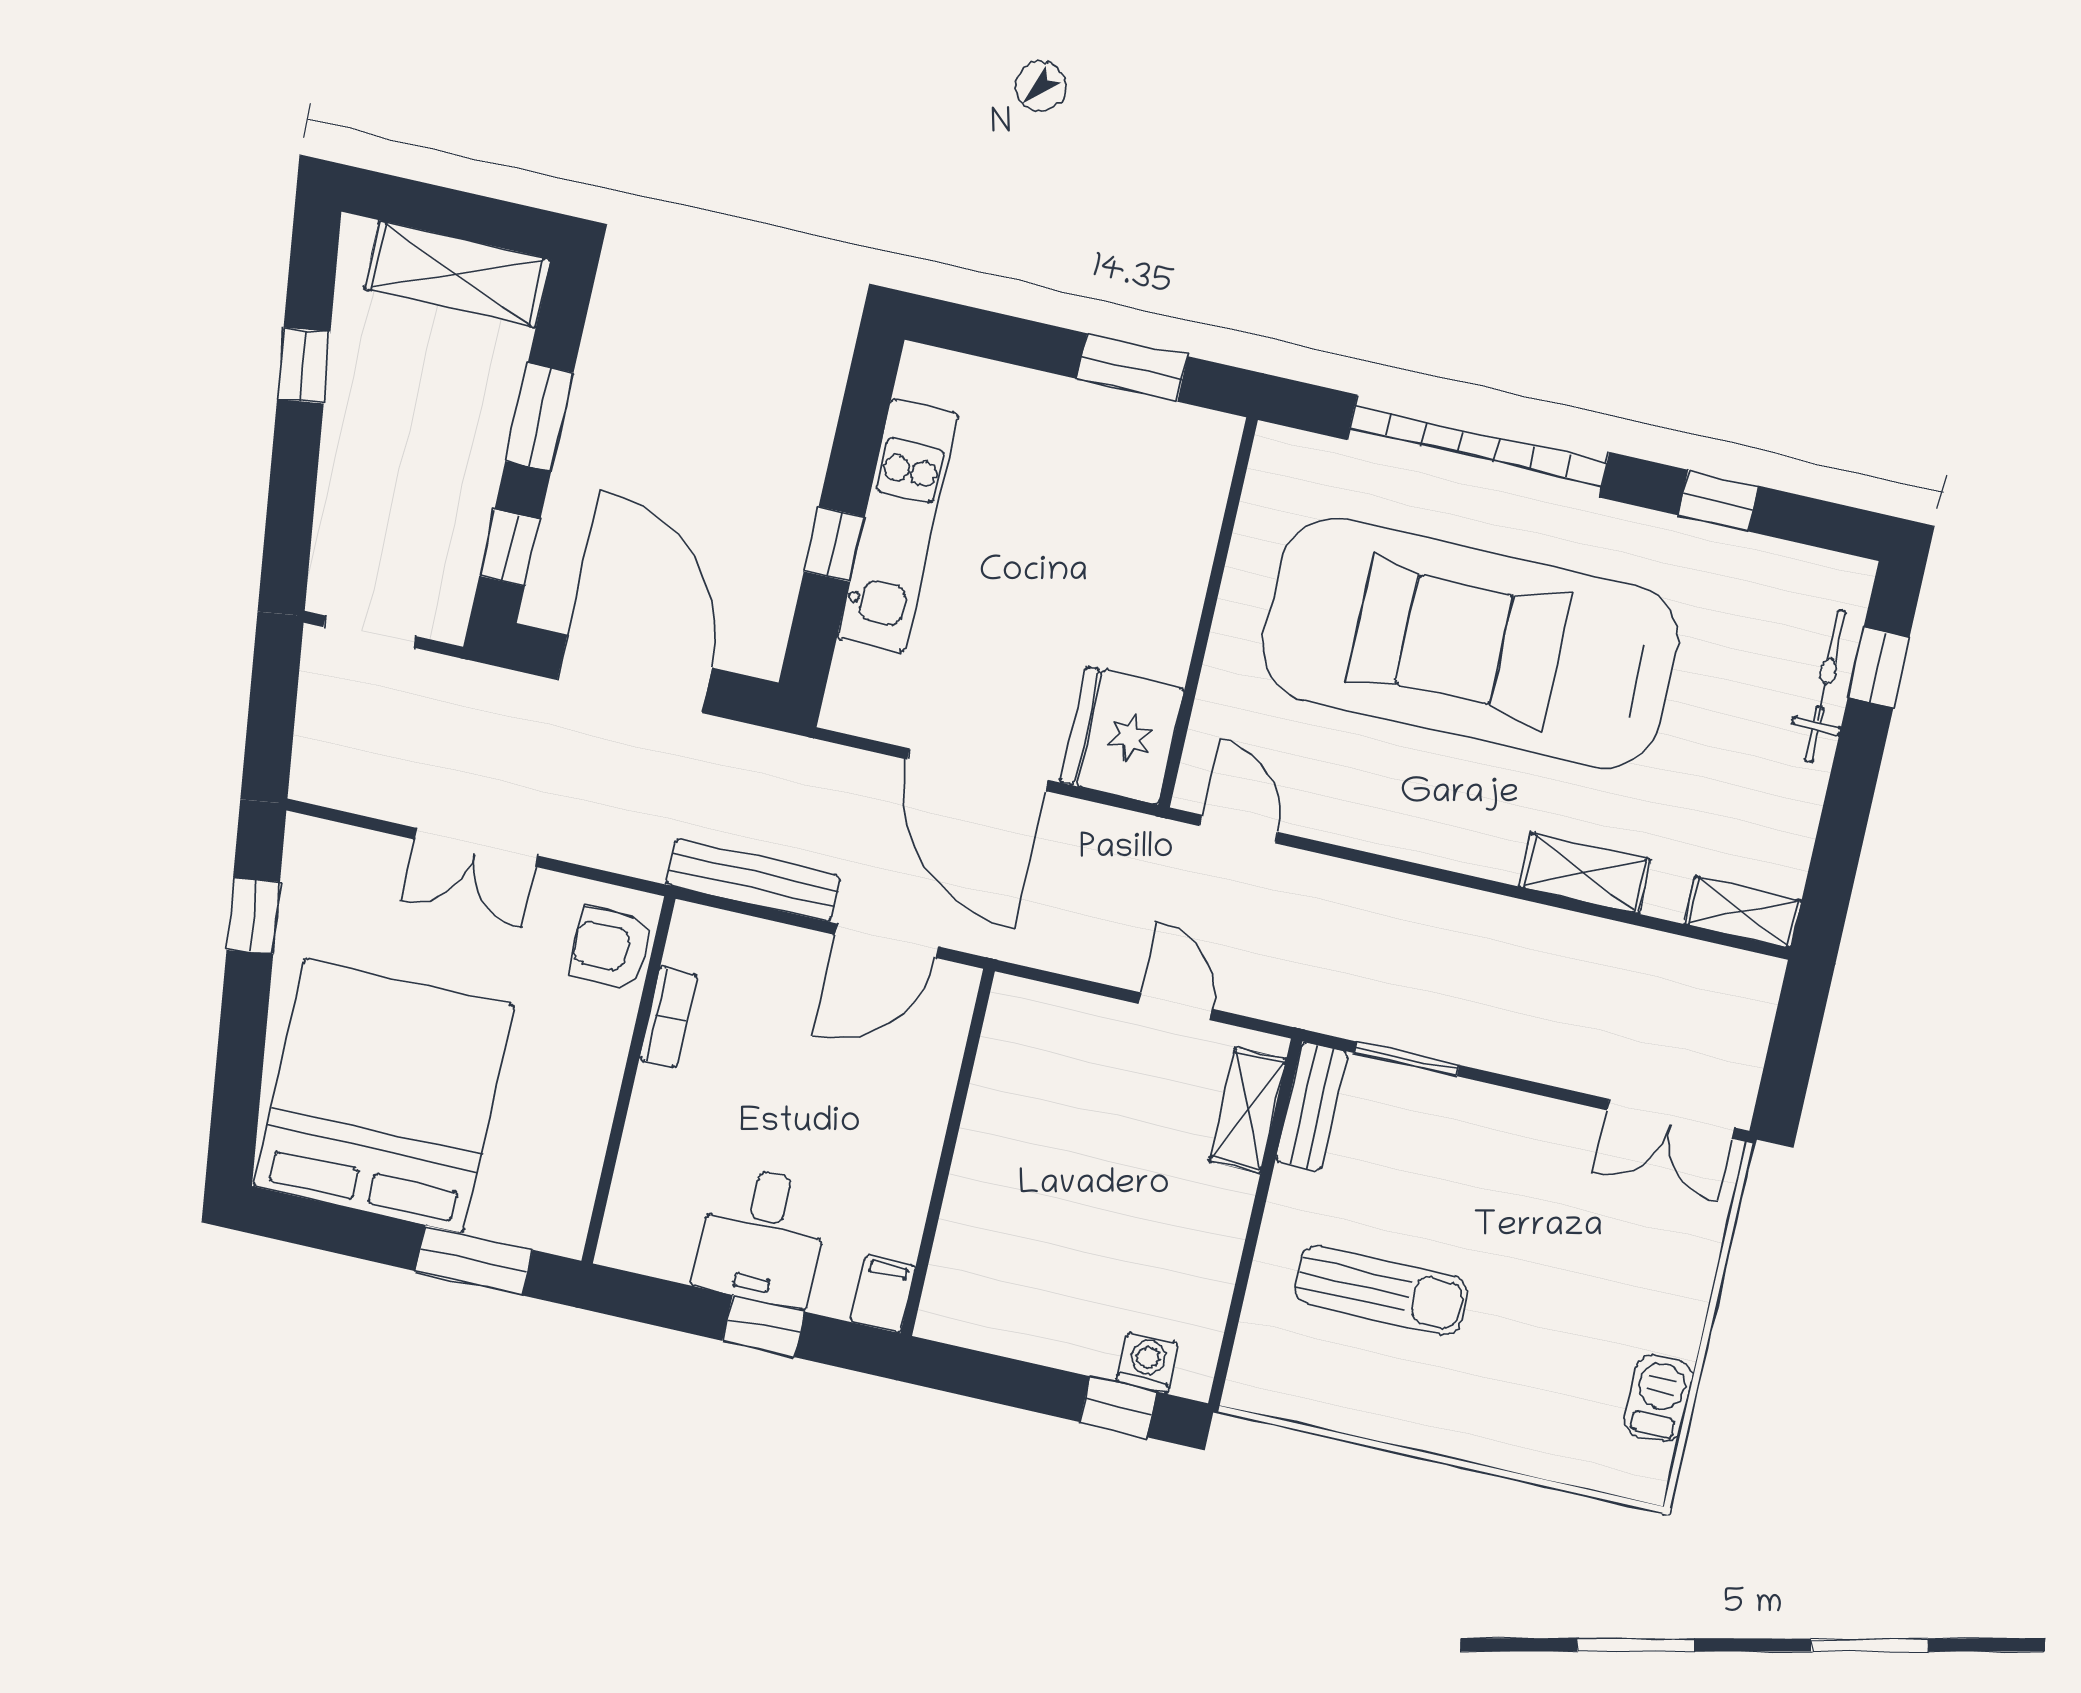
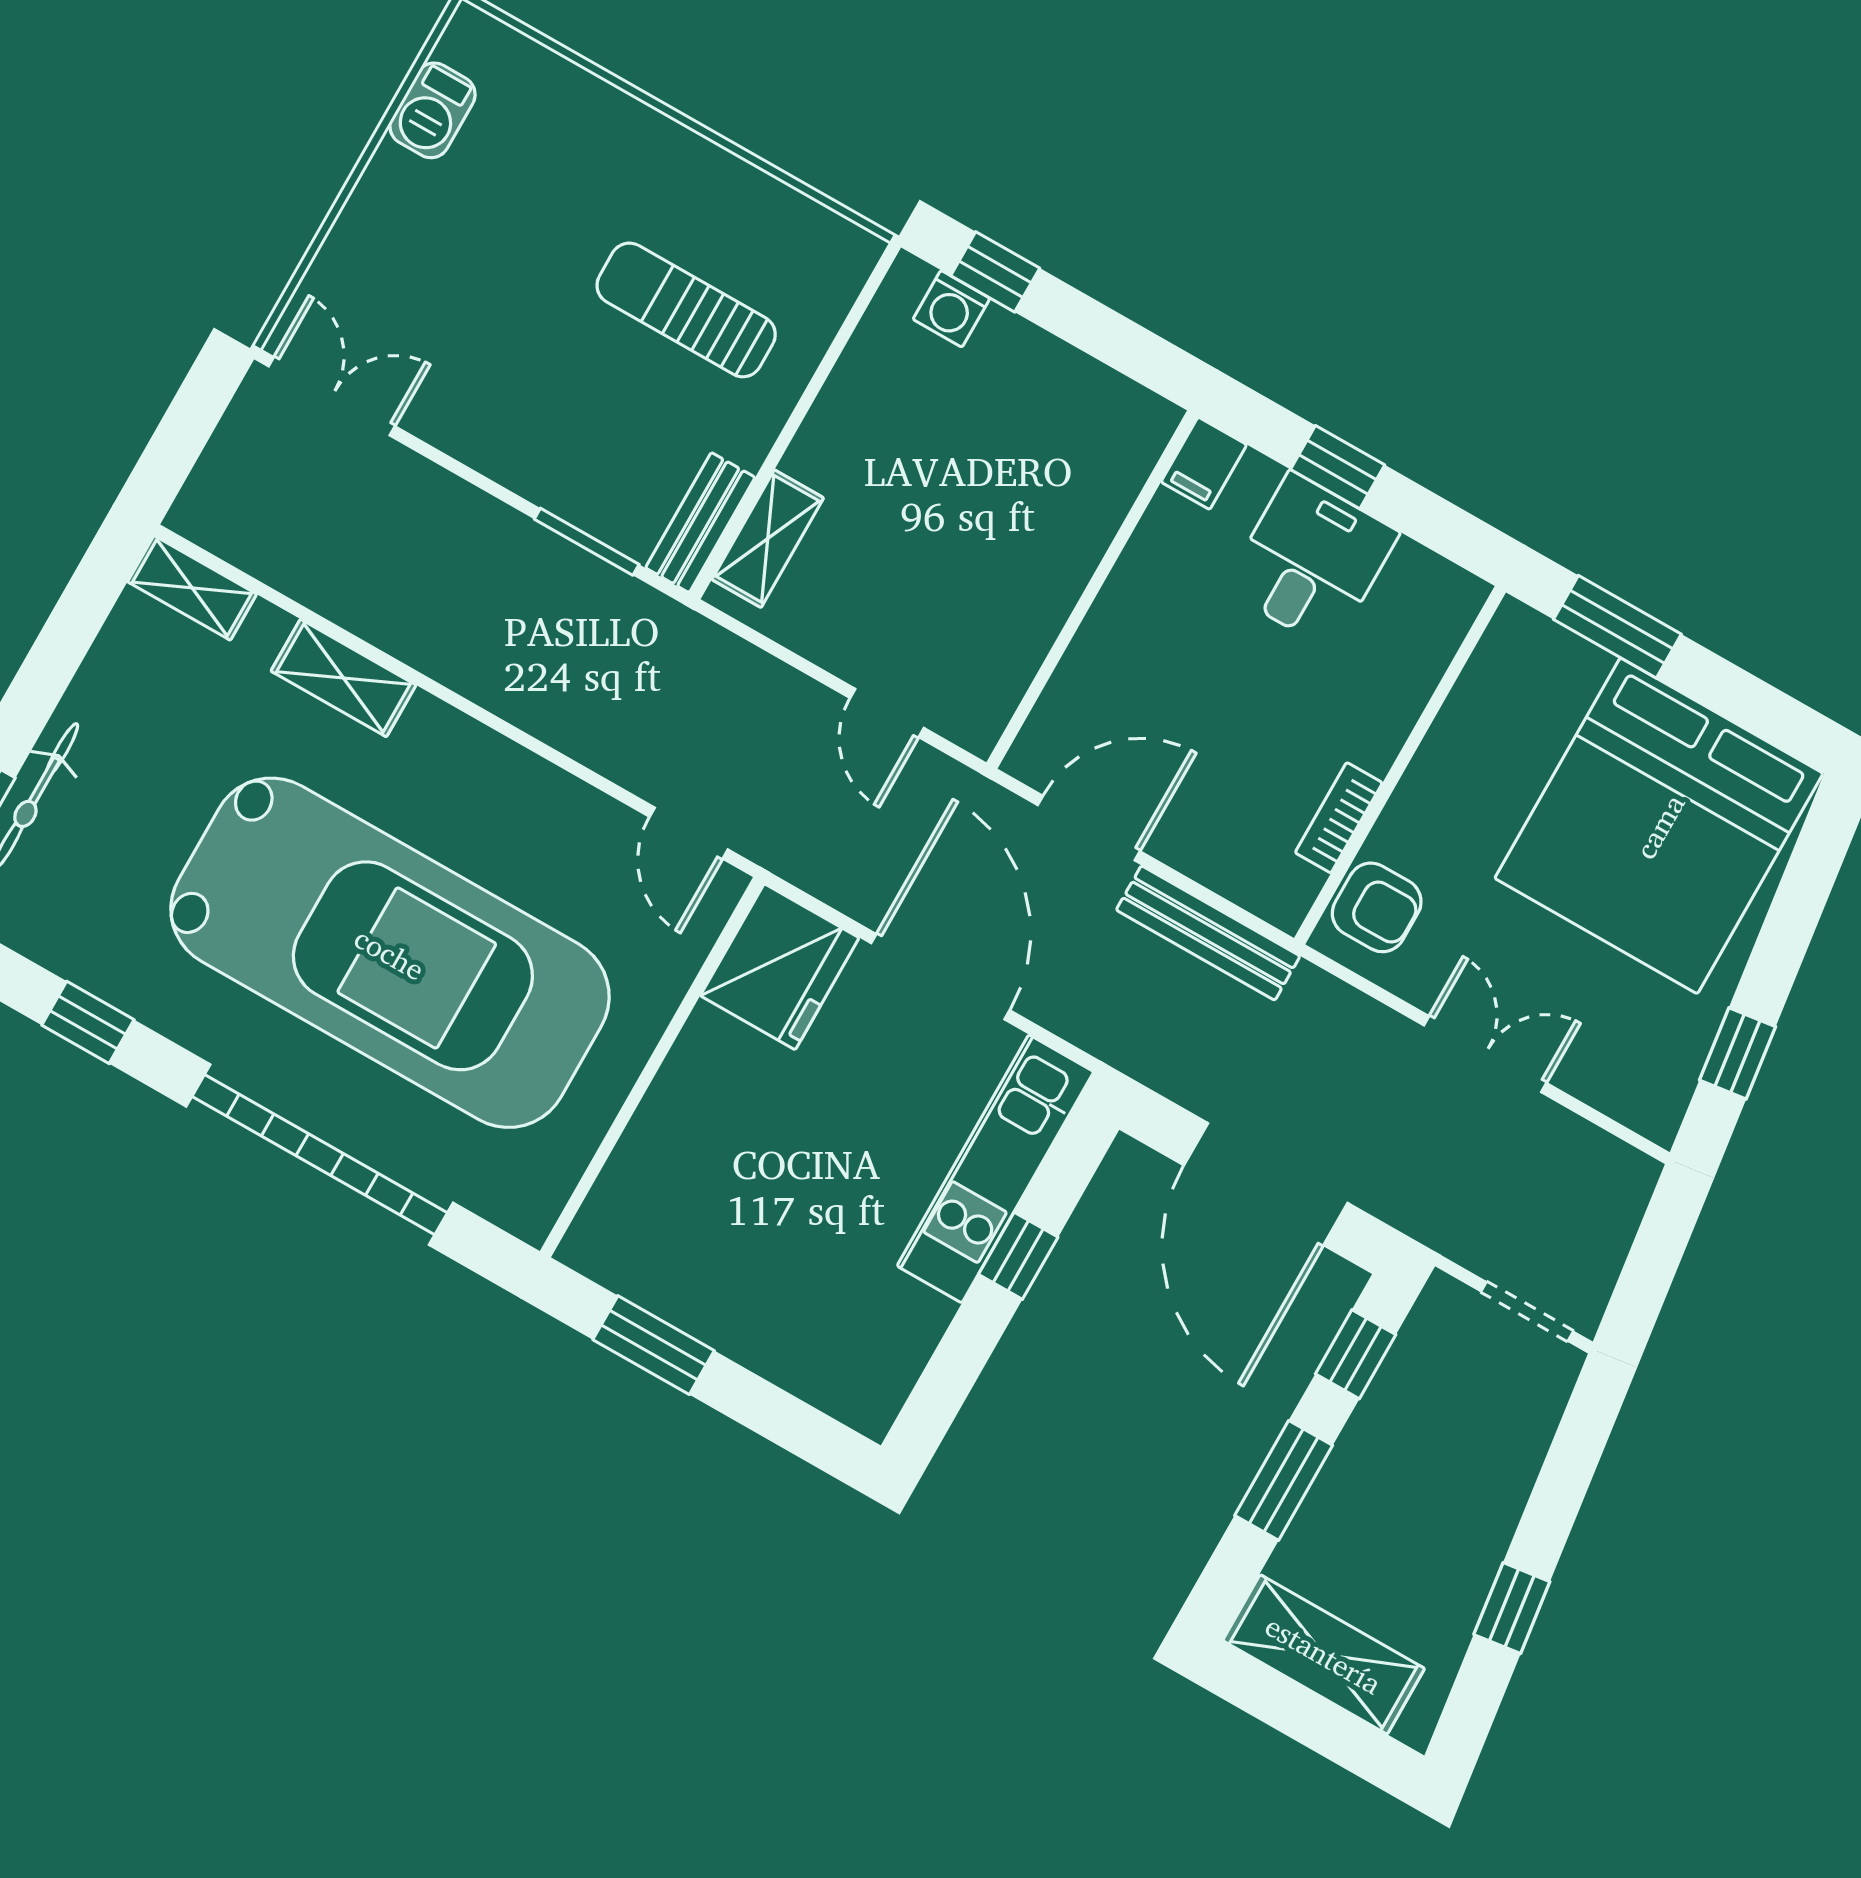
kitchen unit: (898, 526) -> (995, 1169), moved
door: (1175, 1006) -> (887, 713), moved

